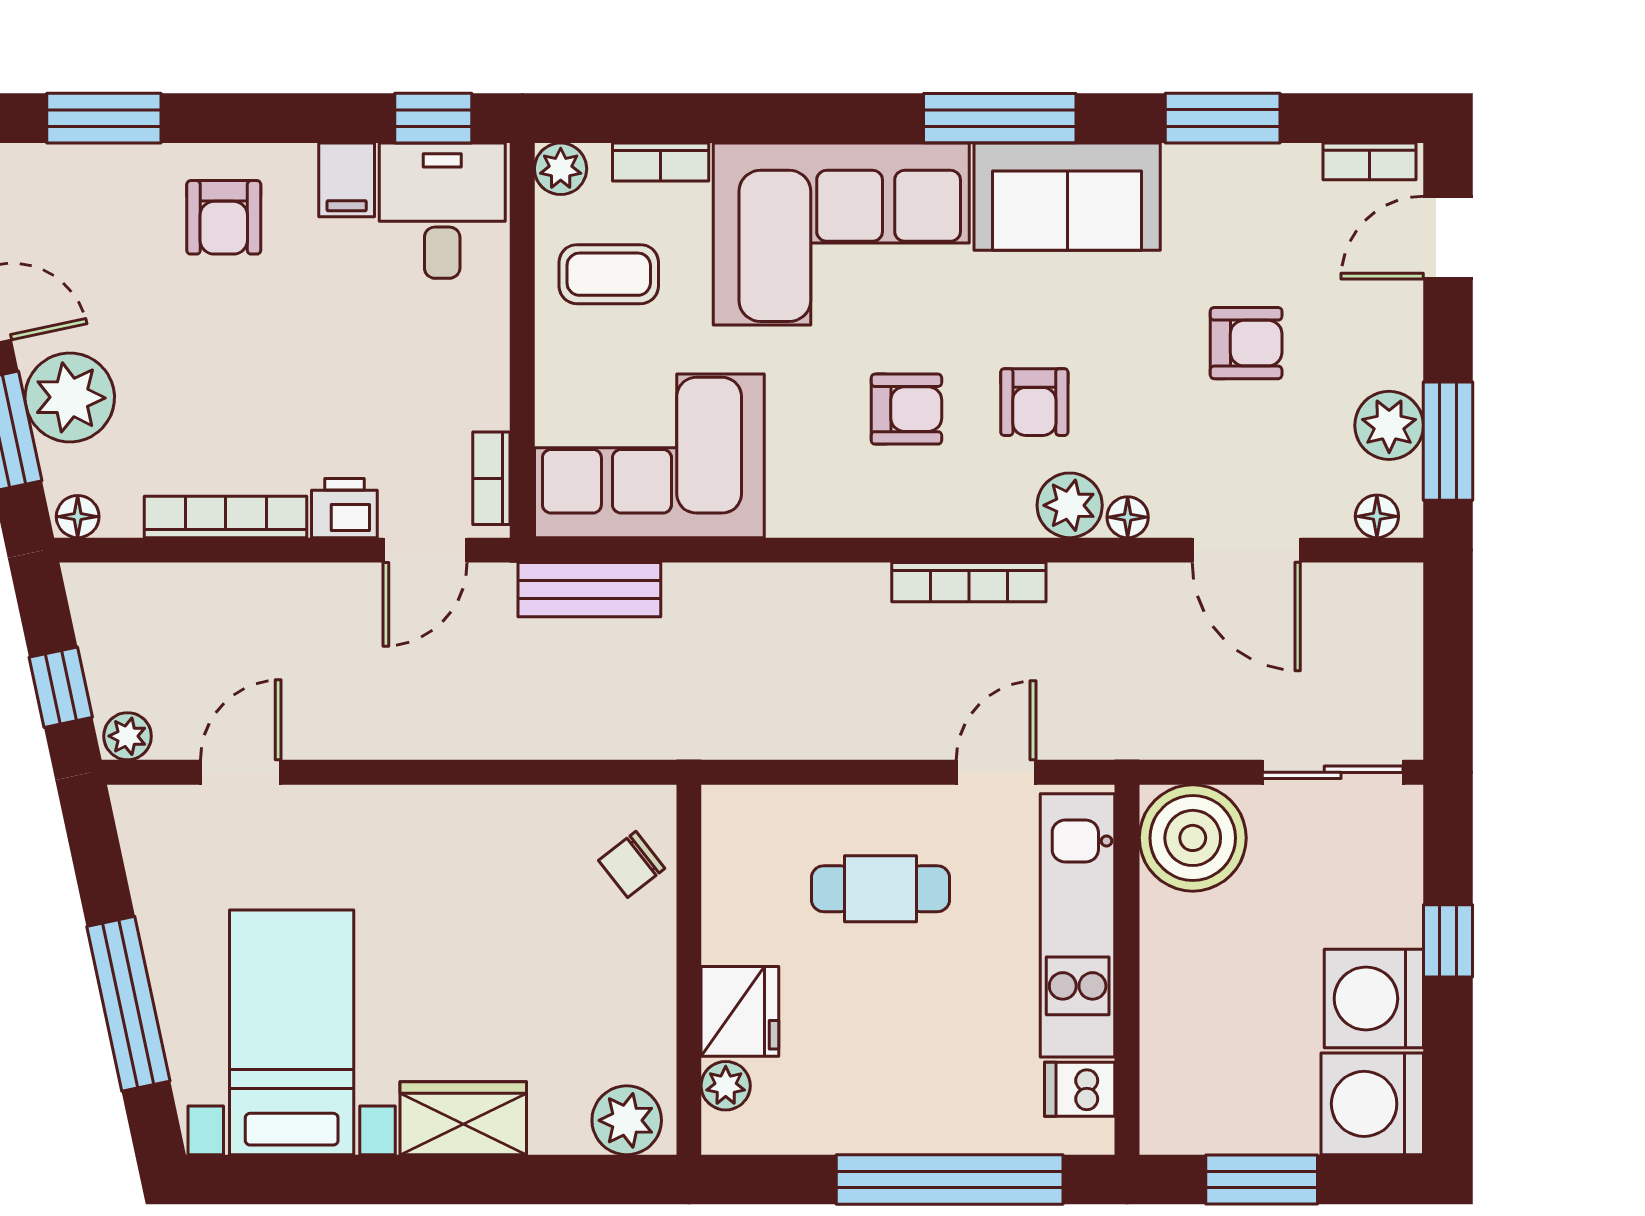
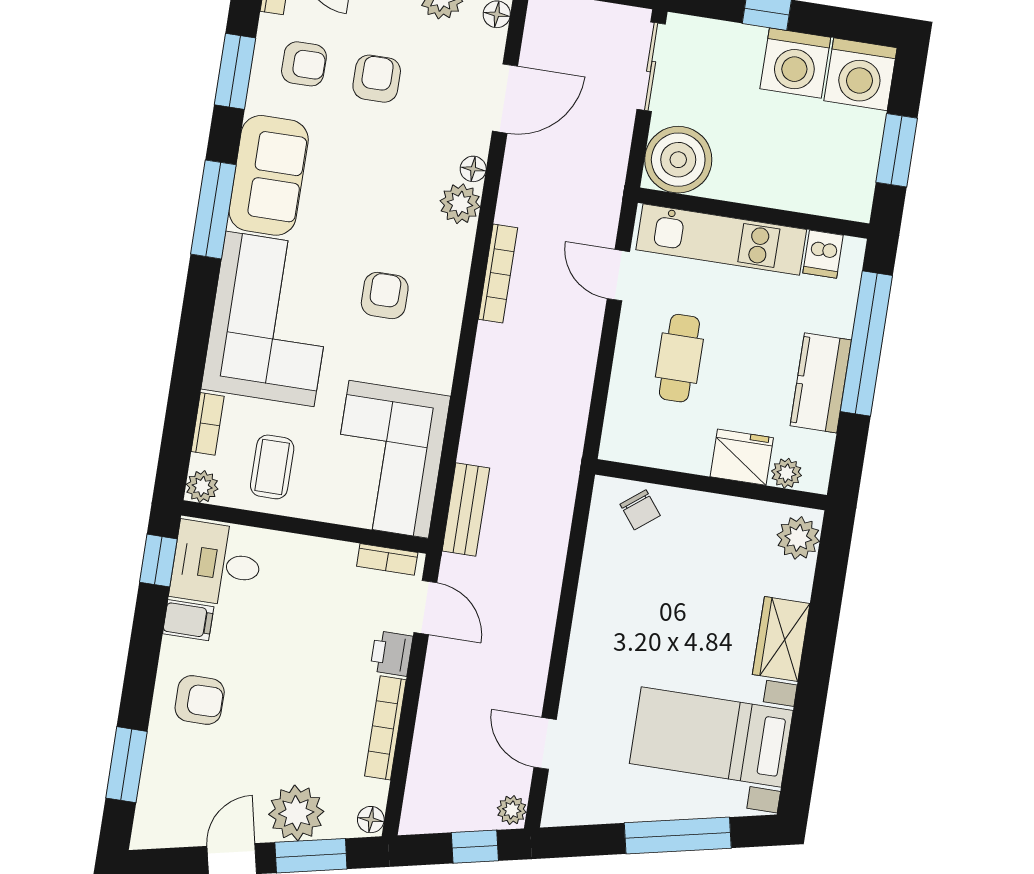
armchair: (1034, 402) -> (304, 64), moved
kitchen counter: (876, 1117) -> (821, 383), added

